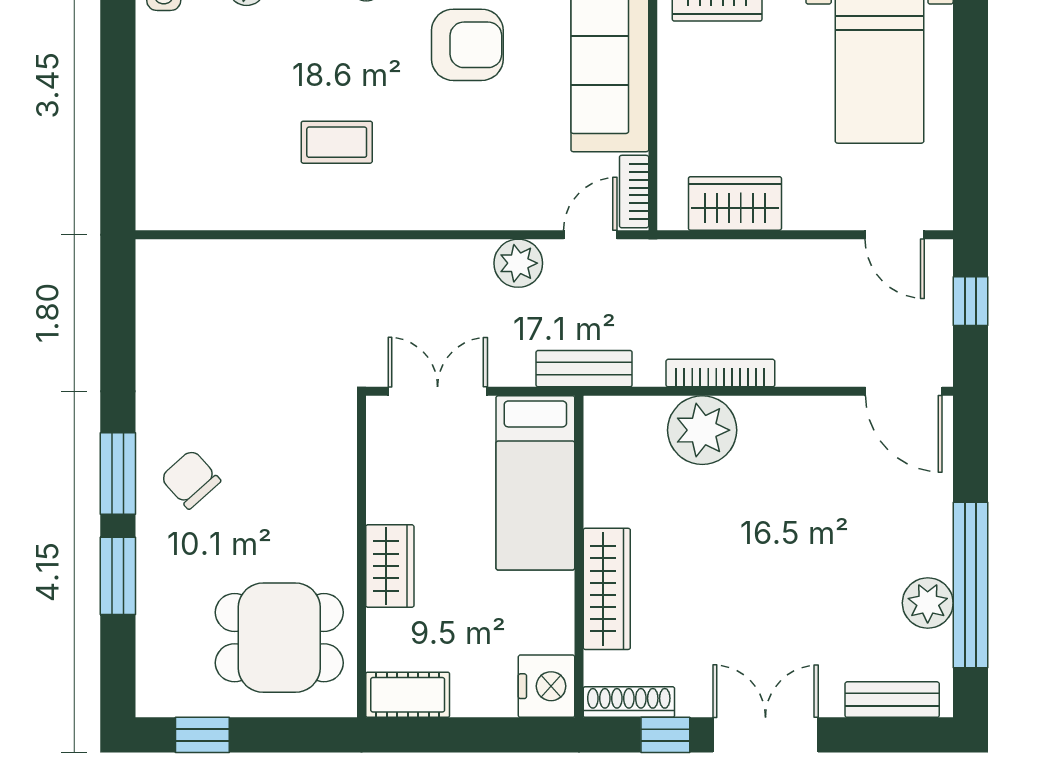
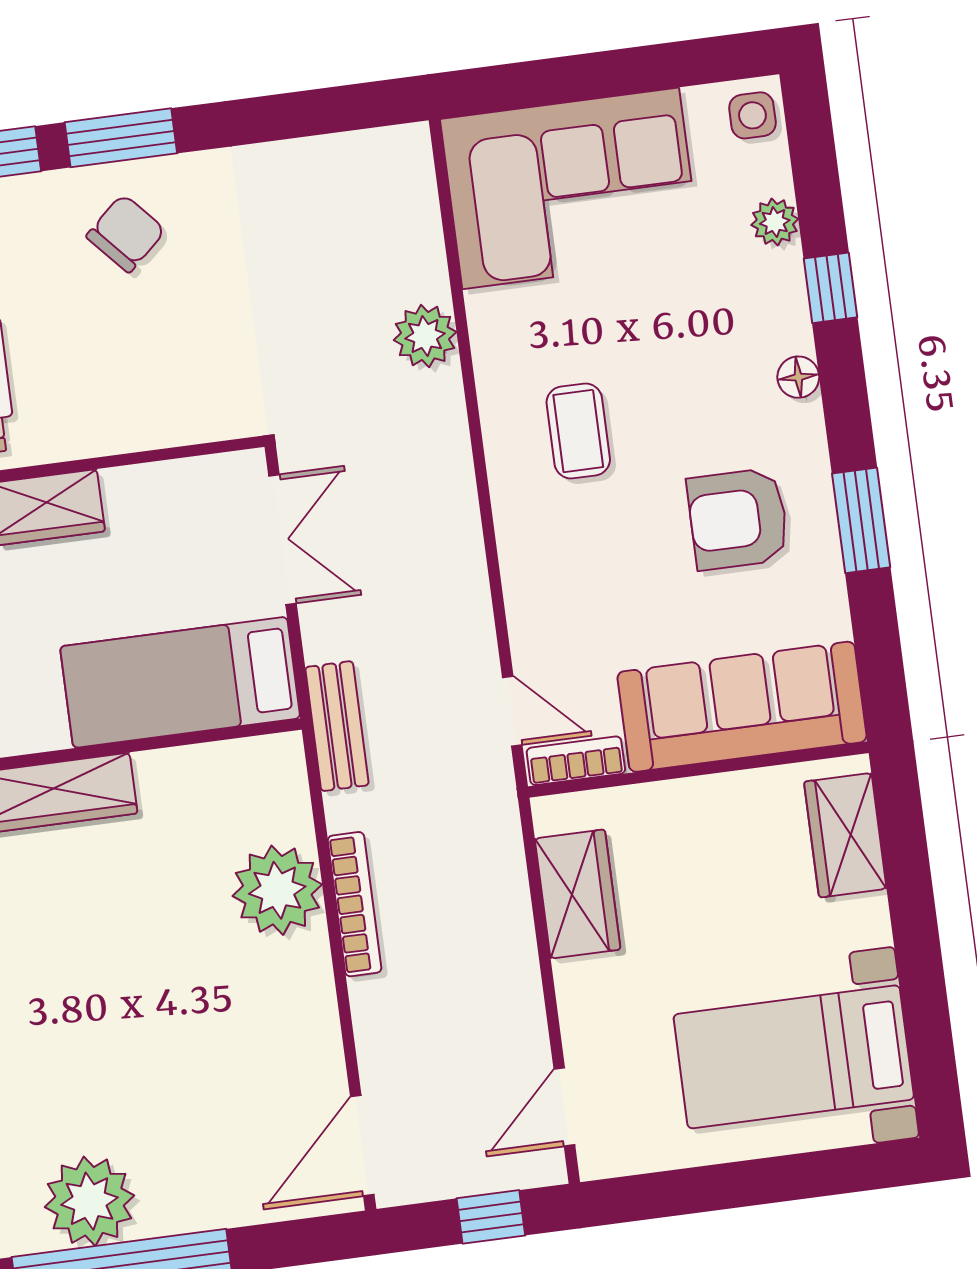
armchair: (467, 45) -> (738, 519), turned 90
corner sofa: (201, 138) -> (571, 188), added
coffee table: (337, 142) -> (578, 431), moved
plant: (518, 263) -> (425, 336), moved
plant: (928, 603) -> (90, 1201), width x1.36, depth x1.36

